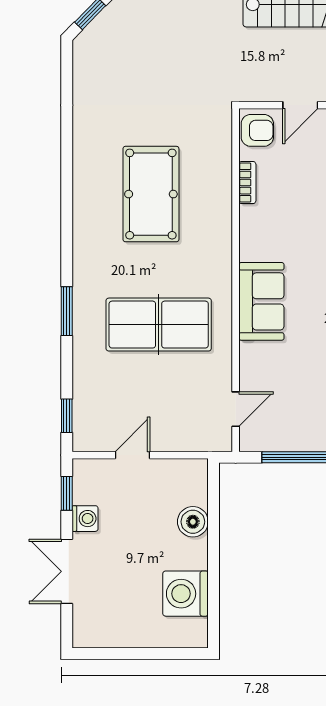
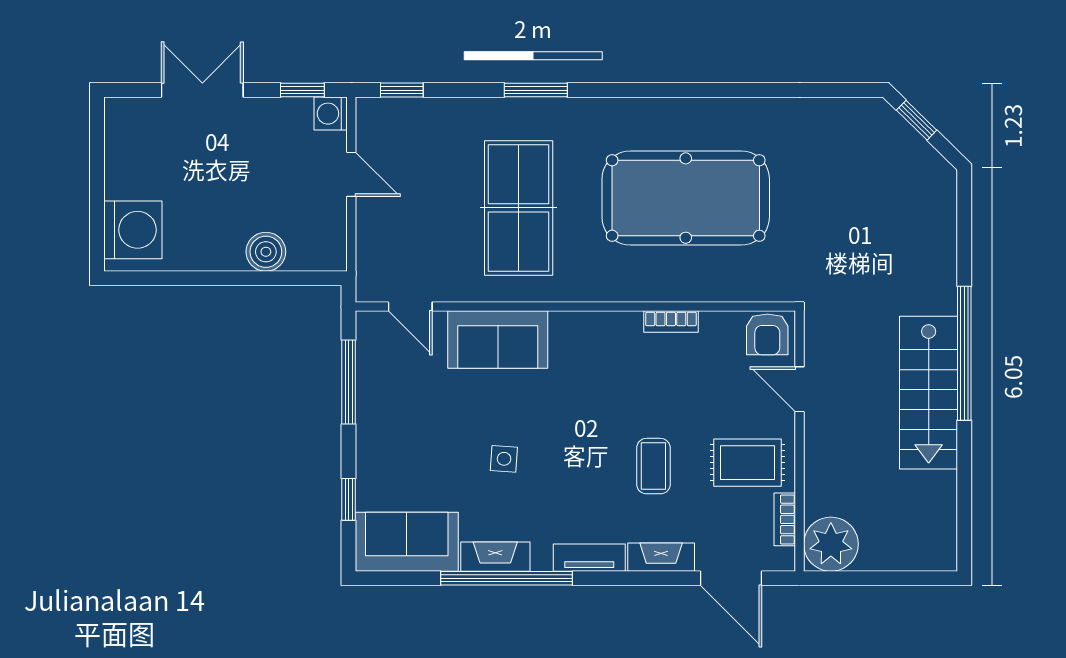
bookcase: (247, 183) -> (671, 322), moved
pool table: (151, 194) -> (686, 198), width x1.36, depth x1.32
sofa: (261, 301) -> (498, 340), moved
washing machine: (85, 519) -> (331, 114), moved, turned 90
washing machine: (186, 594) -> (133, 230), moved, turned 90

